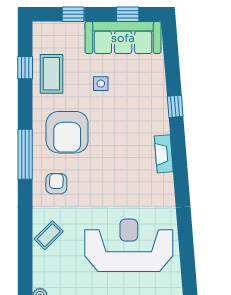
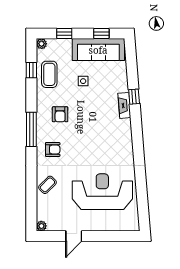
plant: (40, 29) -> (42, 44), added
armchair: (67, 132) -> (60, 114), width x0.53, depth x0.53
fireplace: (164, 154) -> (124, 105), moved
armchair: (56, 184) -> (53, 150), turned 89

